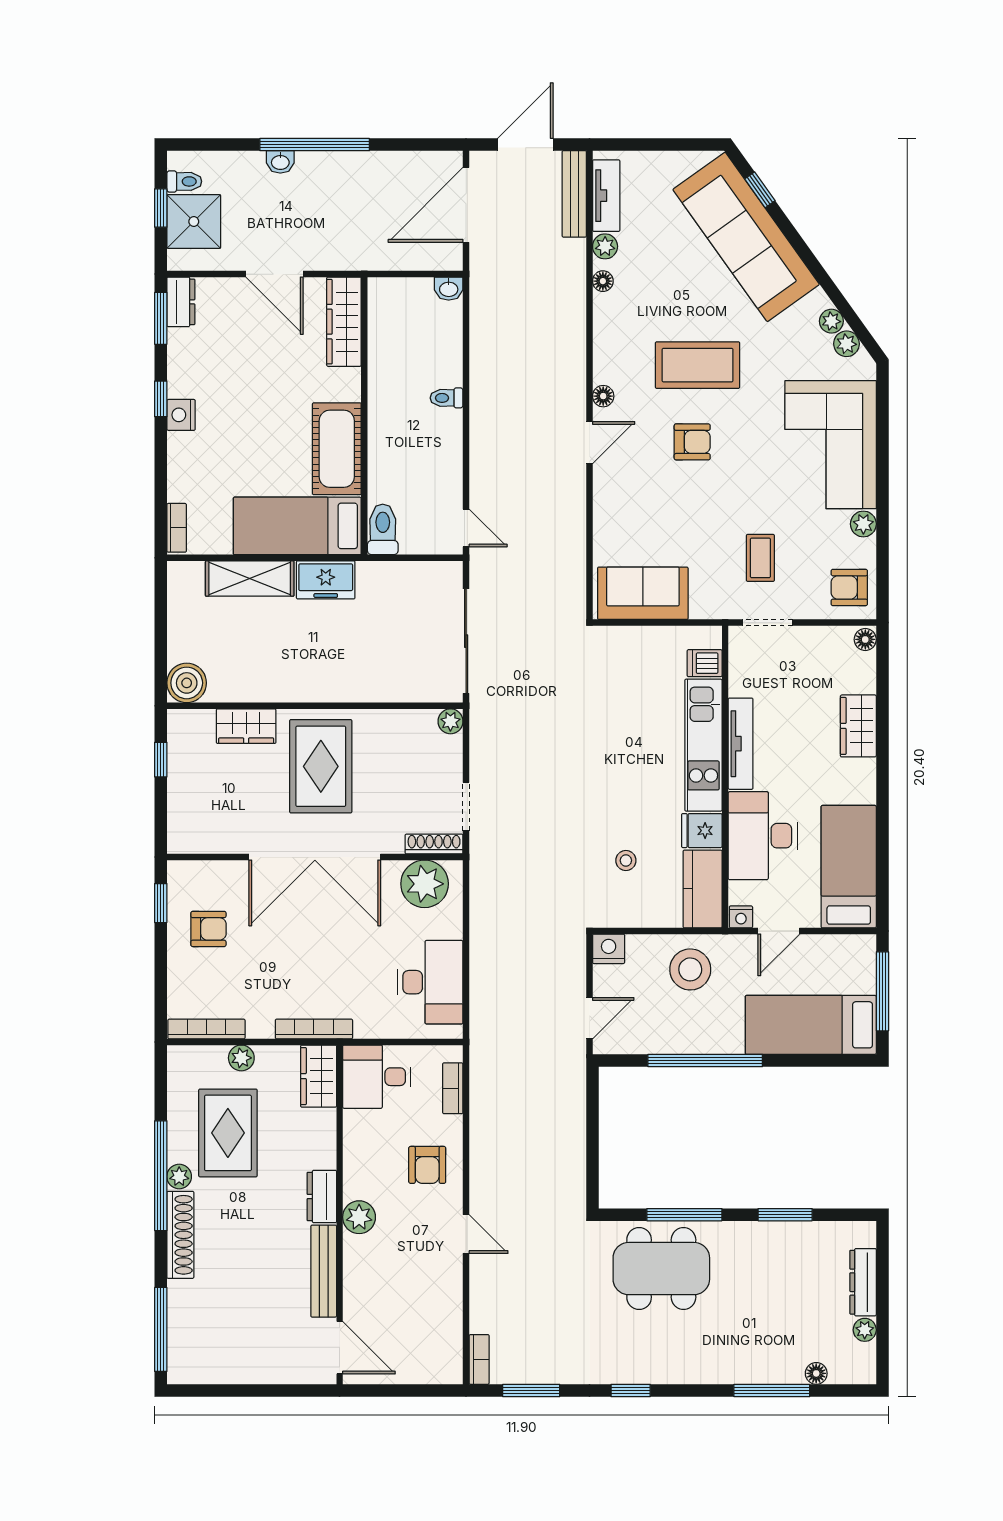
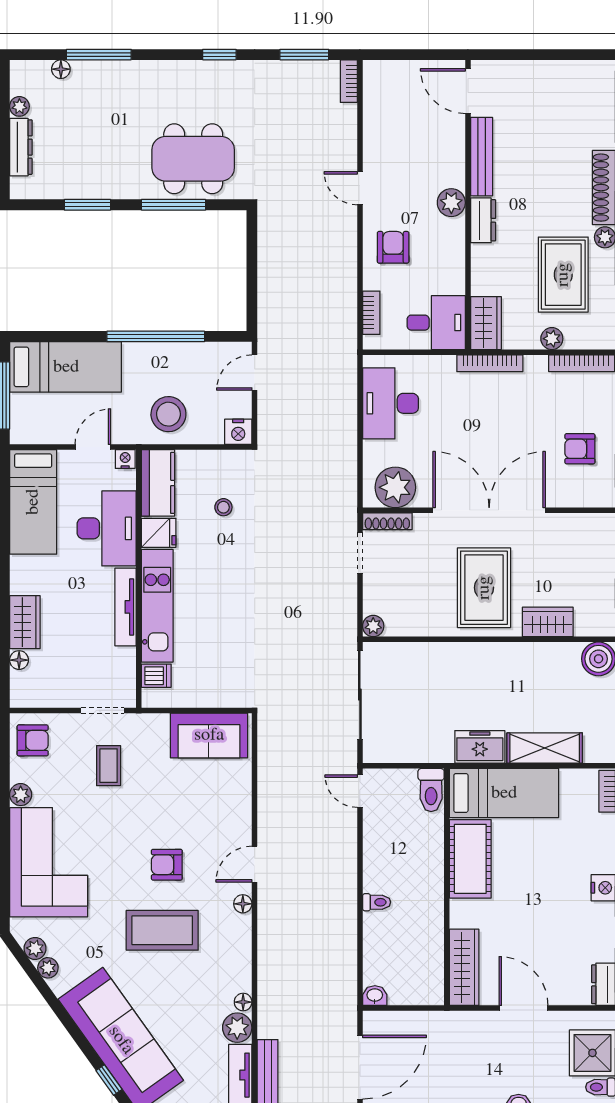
plant: (605, 246) -> (237, 1028), width x1.38, depth x1.38
floor lamp: (865, 639) -> (19, 660), moved

